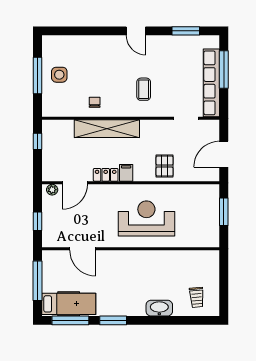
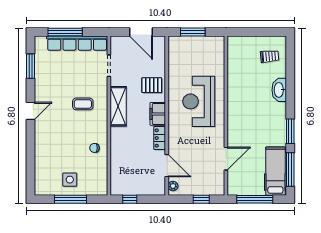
shelving: (107, 129) -> (118, 106), moved, width x0.68
filing cabinet: (126, 173) -> (158, 114), width x2.00

